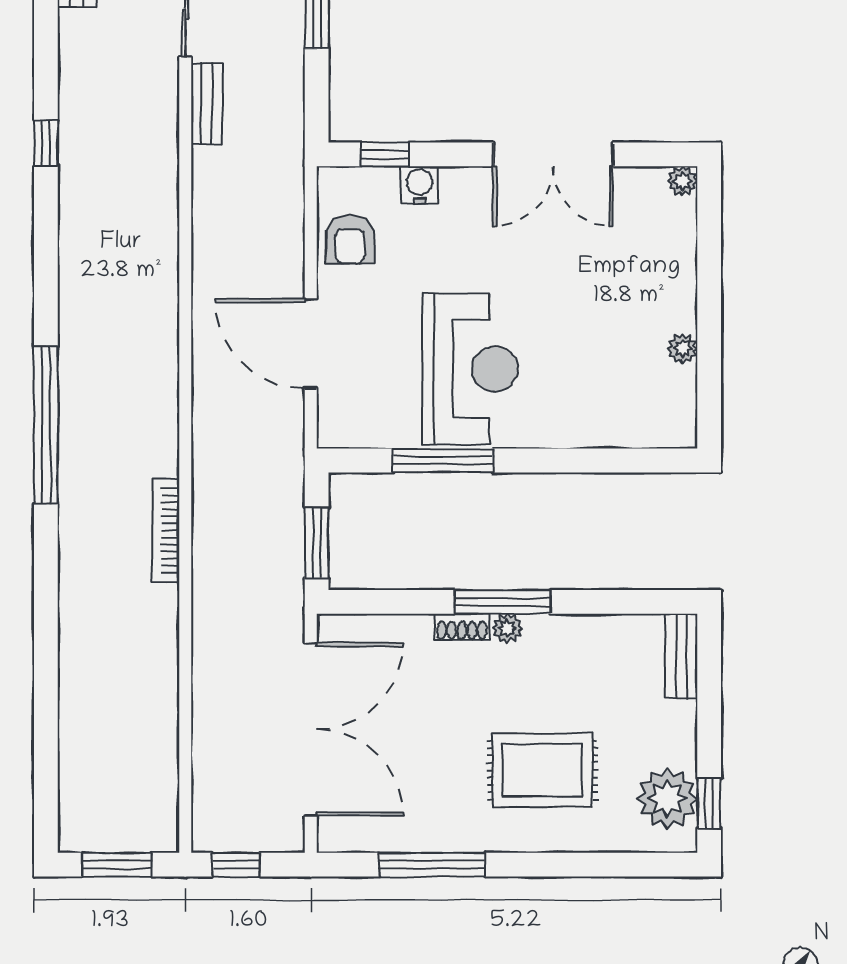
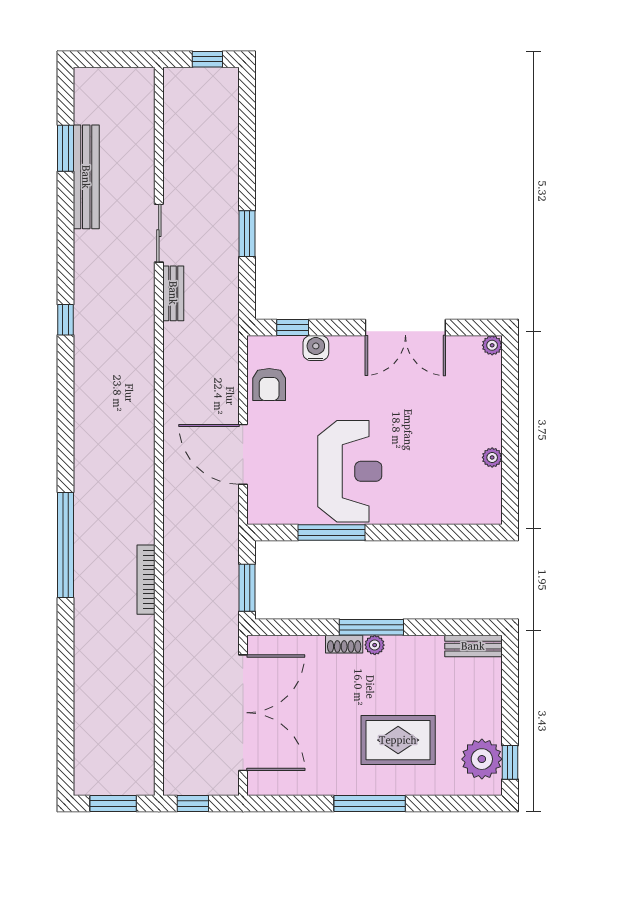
window: (46, 425) -> (65, 545), moved
bench: (681, 656) -> (473, 646), moved, turned 90
window: (432, 865) -> (370, 803), moved

